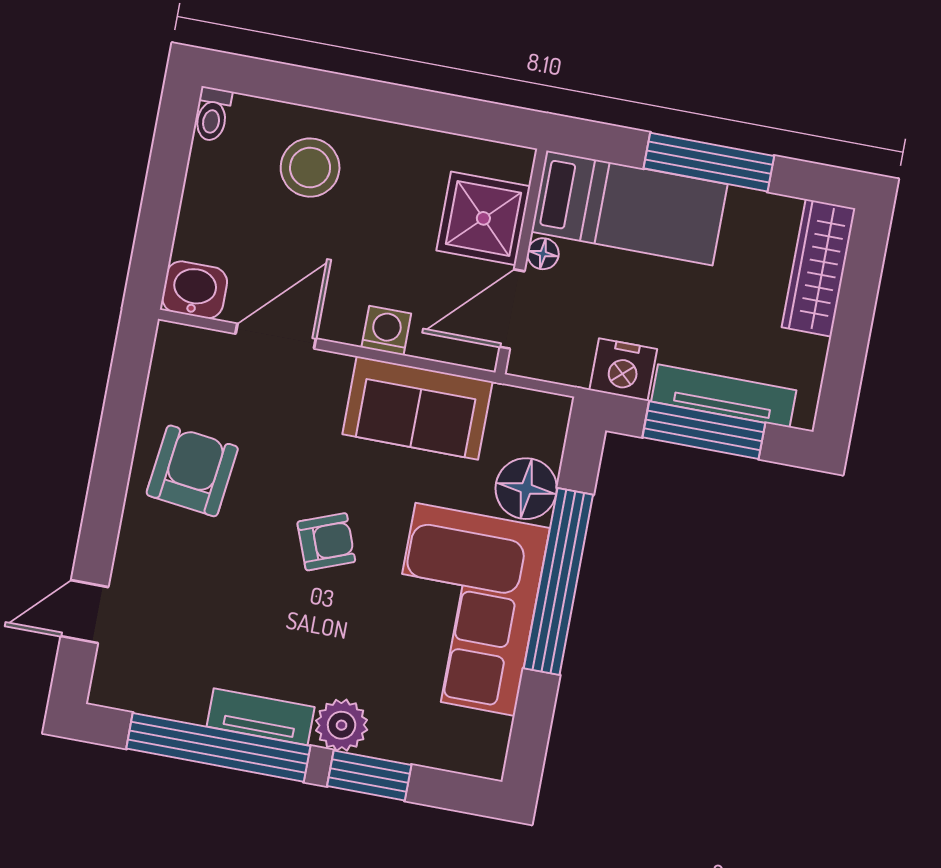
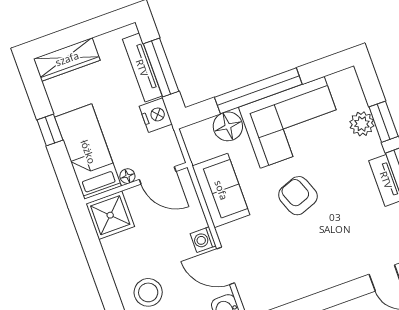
window: (709, 162) -> (50, 130), width x0.46
shower: (483, 218) -> (110, 215), moved
washing machine: (386, 330) -> (203, 240), moved
armchair: (192, 471) -> (301, 268), removed
armchair: (326, 542) -> (298, 196), width x1.38, depth x1.38
plant: (342, 725) -> (362, 124), moved

